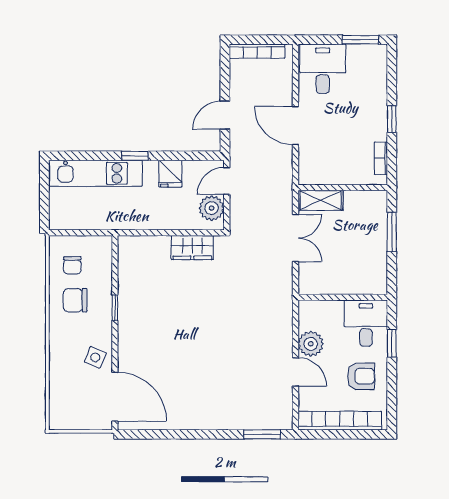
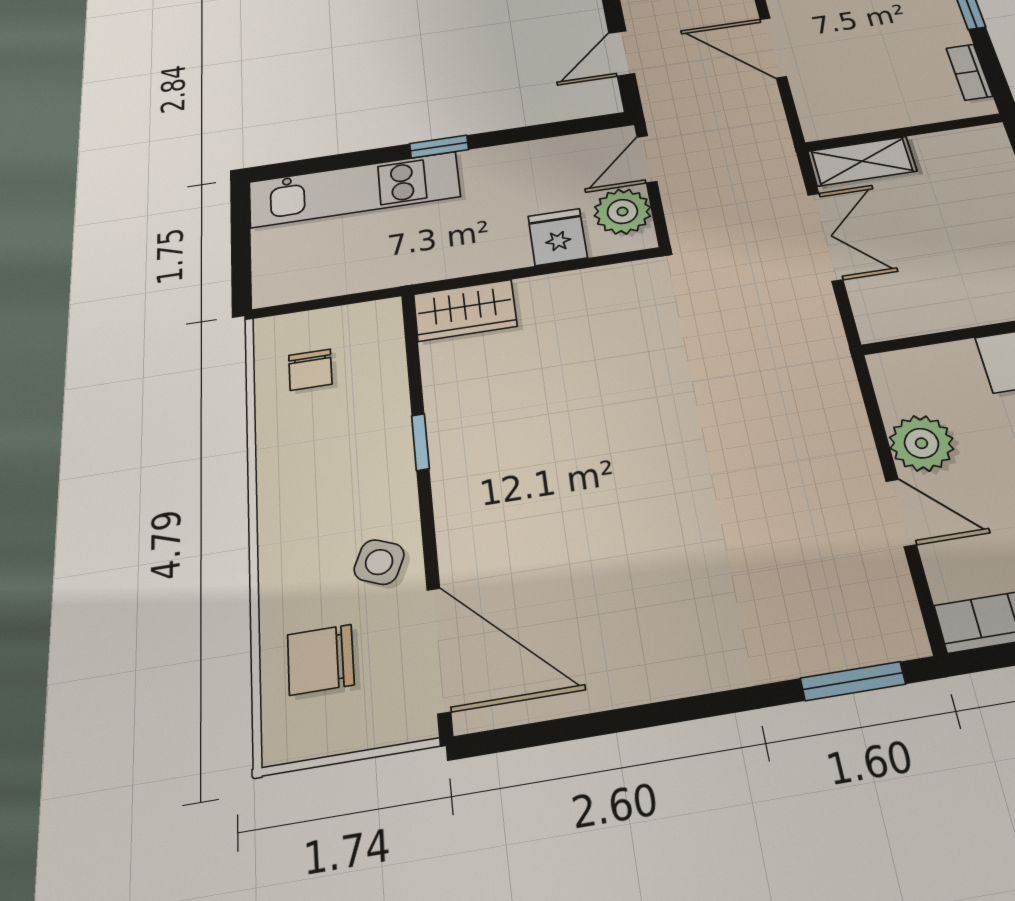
fridge: (170, 174) -> (558, 237), moved, turned 180
wardrobe: (192, 247) -> (465, 310), moved
chair: (75, 300) -> (321, 660), moved

